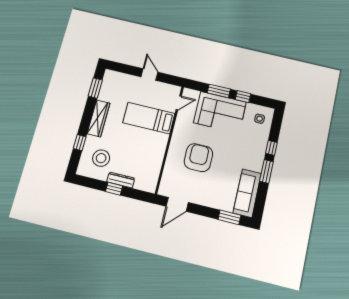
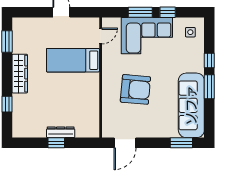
stool: (101, 158) -> (34, 115), removed
armchair: (198, 158) -> (135, 89), turned 95
sofa: (247, 193) -> (191, 105), width x1.36, depth x1.27

